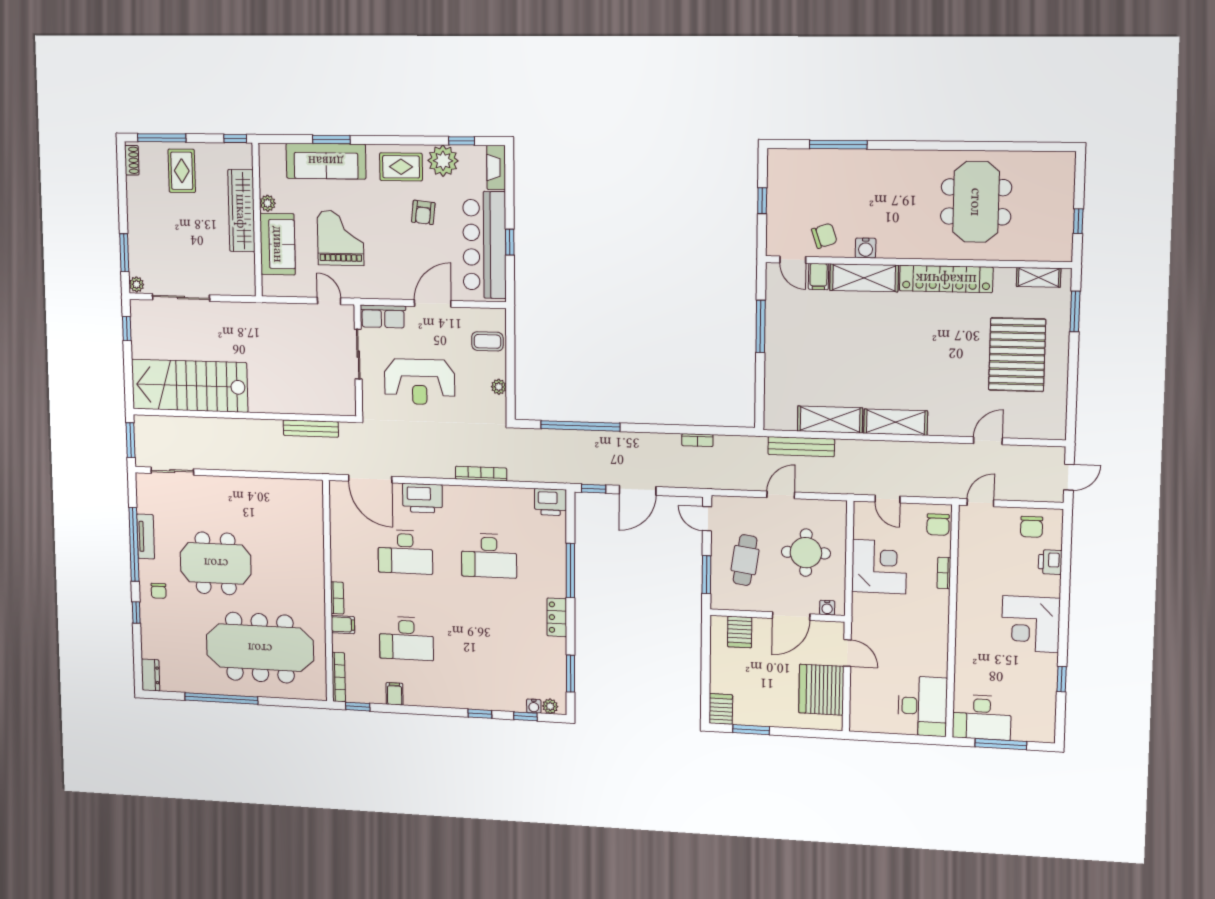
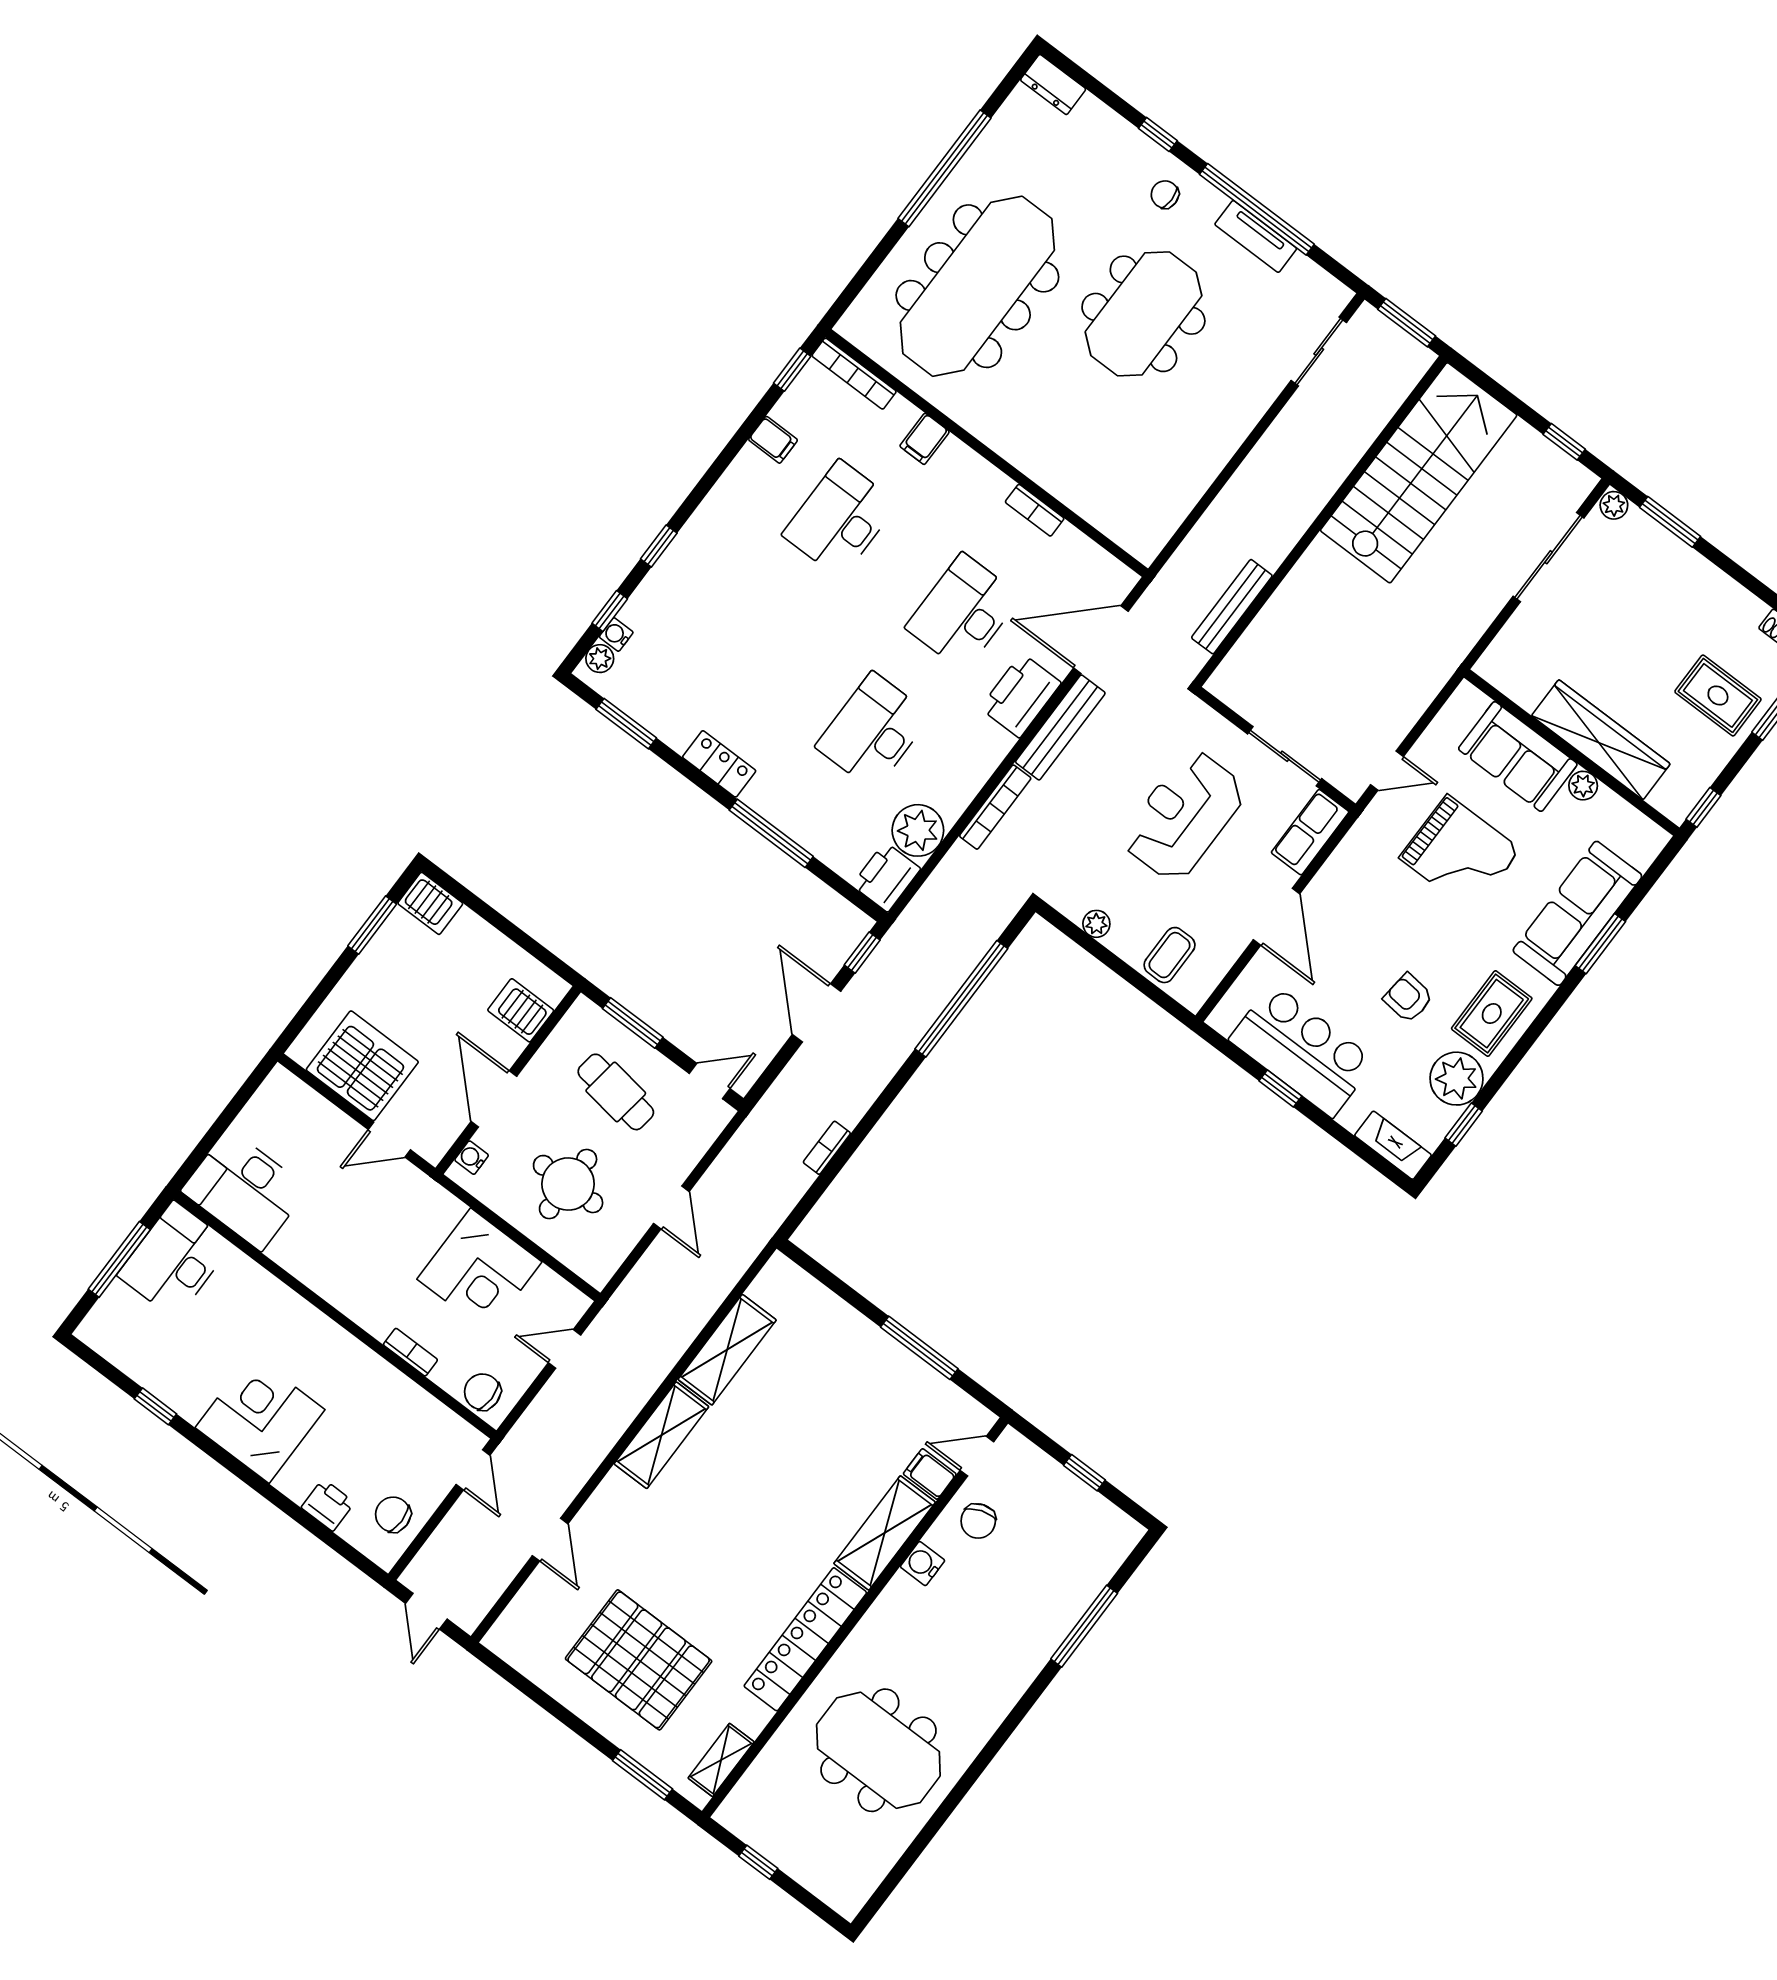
bar counter: (484, 245) -> (1302, 1050), width x0.73
bench: (801, 447) -> (1060, 727), moved
plant: (518, 502) -> (918, 830), added
bookcase: (337, 598) -> (1035, 510), moved

